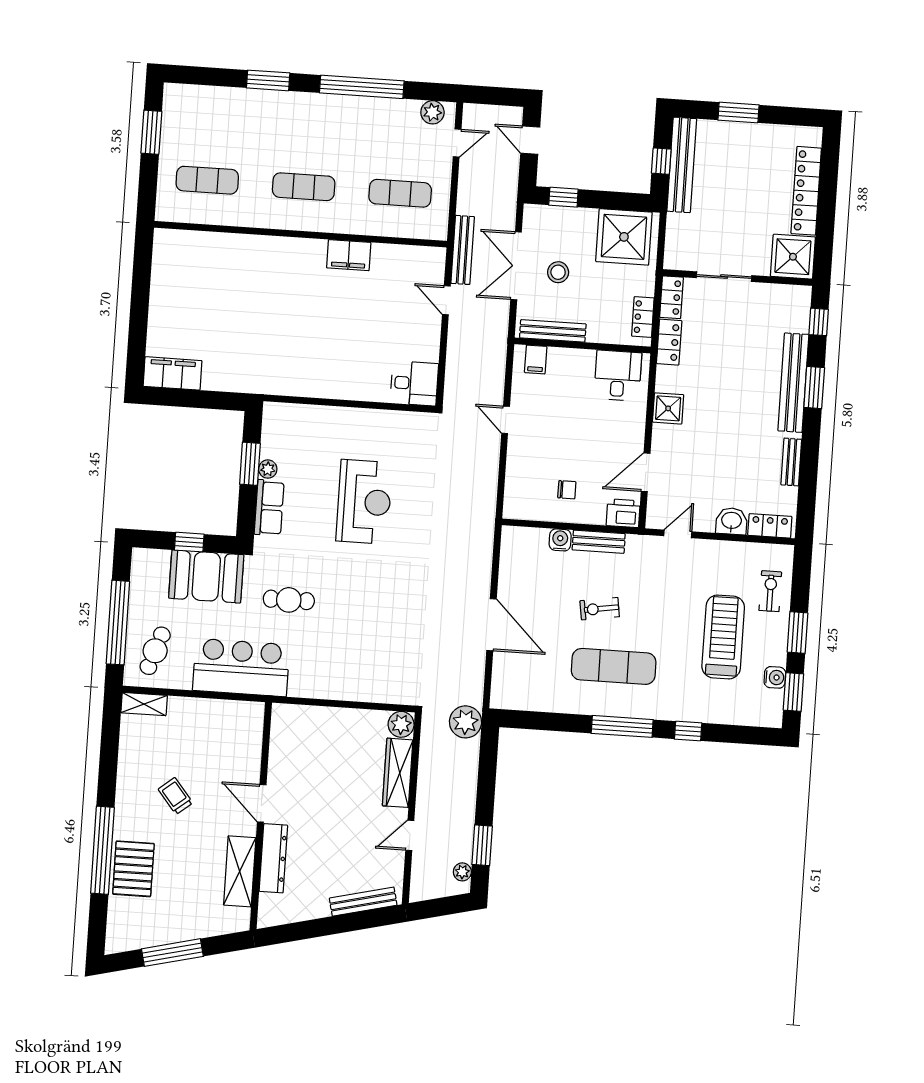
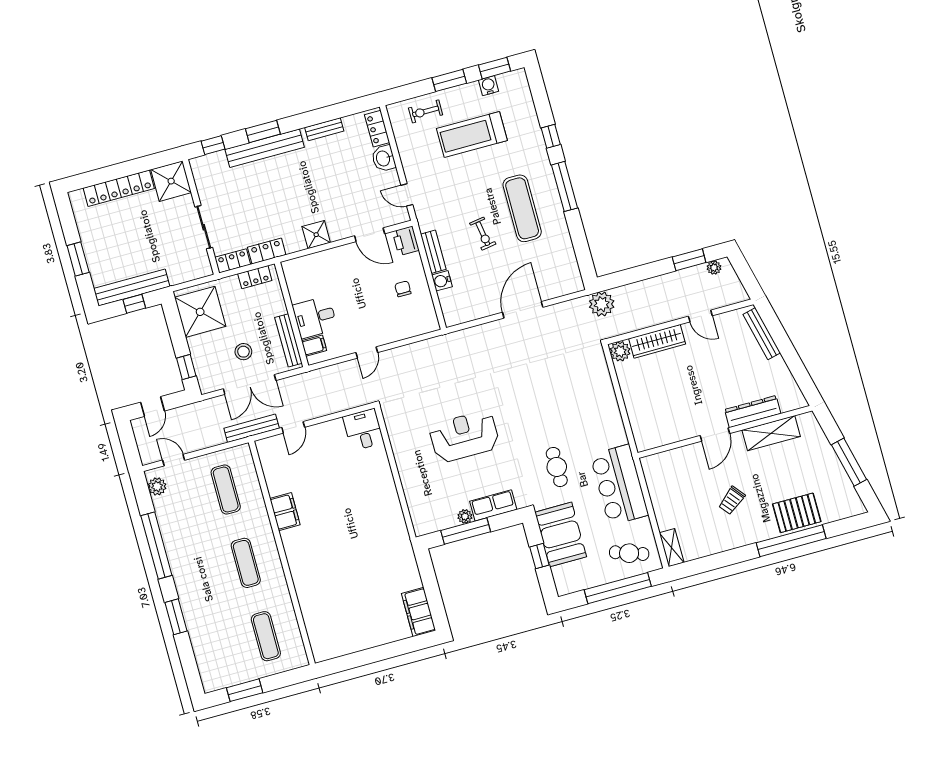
desk: (618, 376) -> (315, 317), moved
window: (250, 464) -> (466, 531), width x1.44

